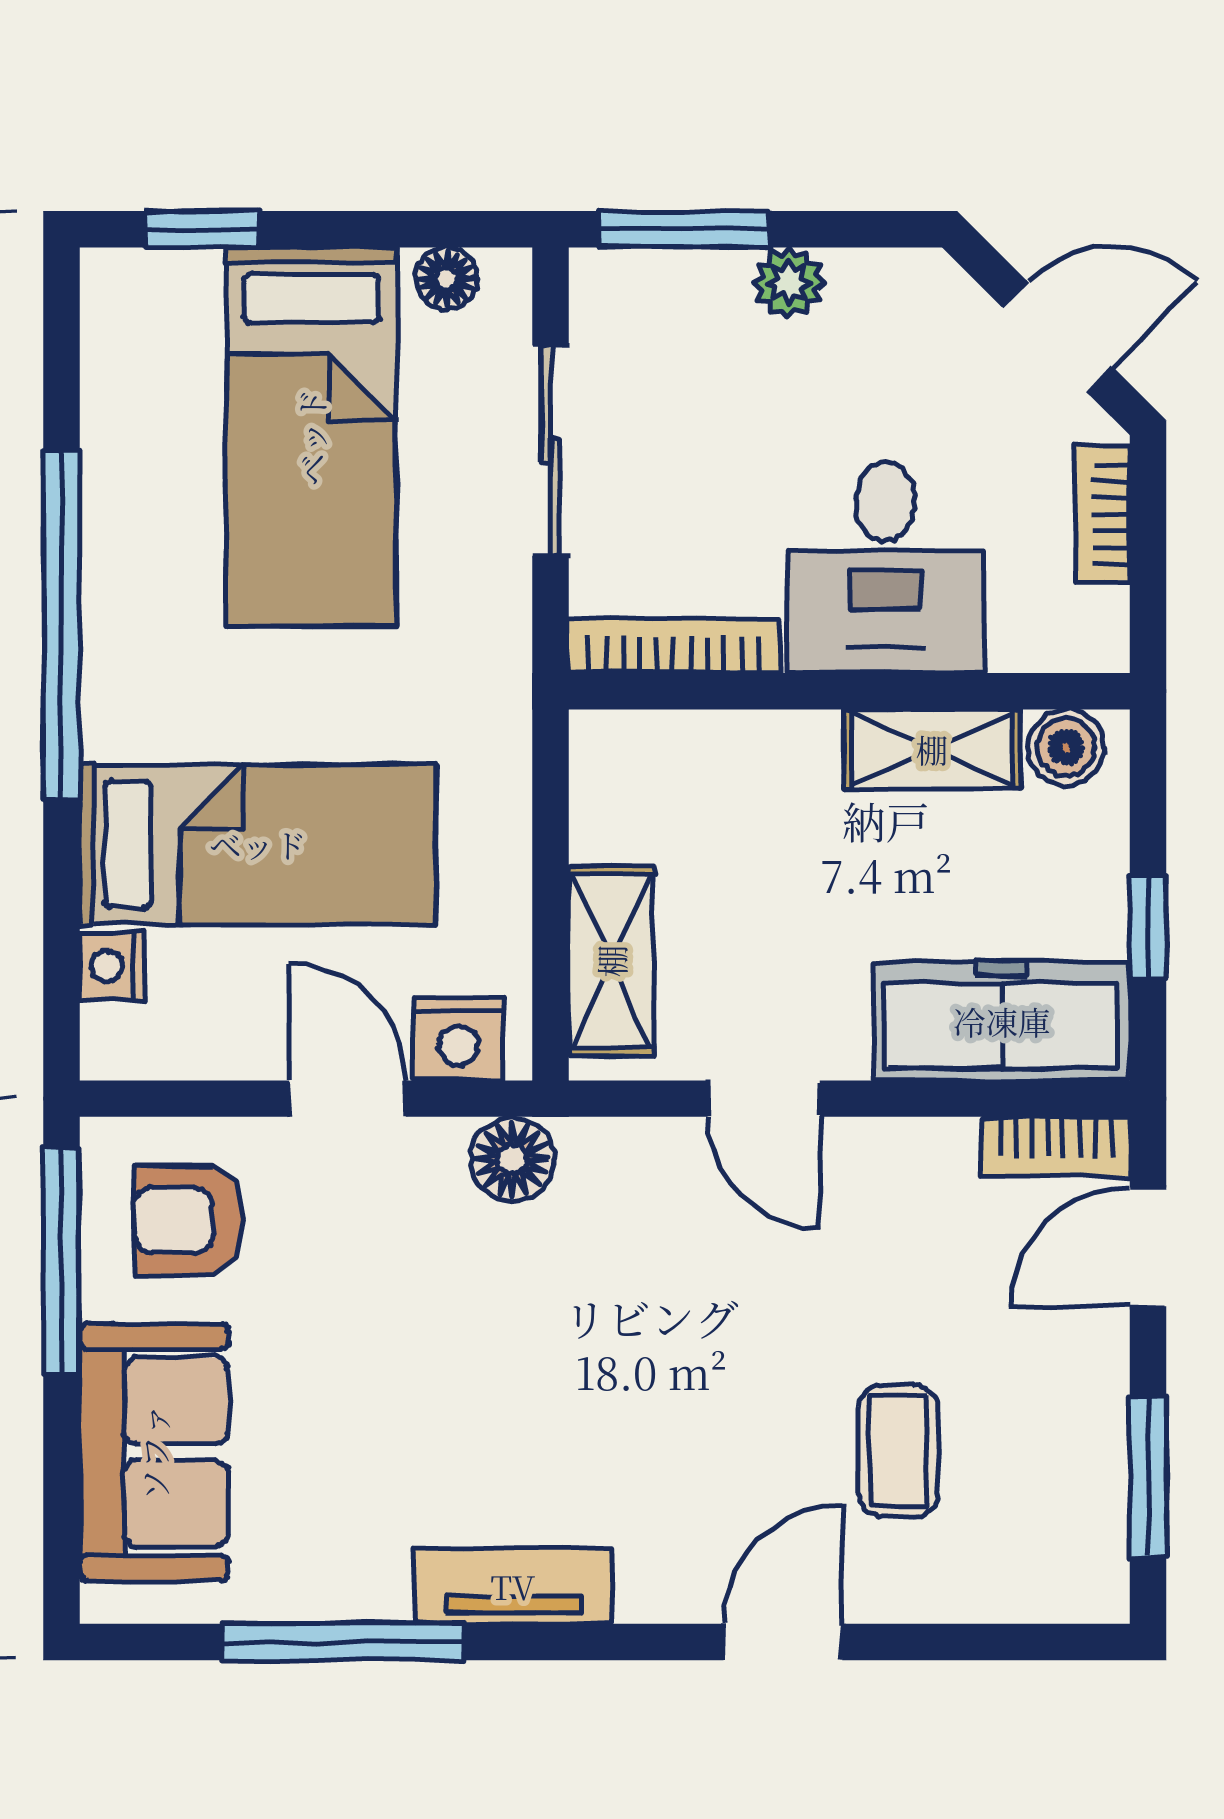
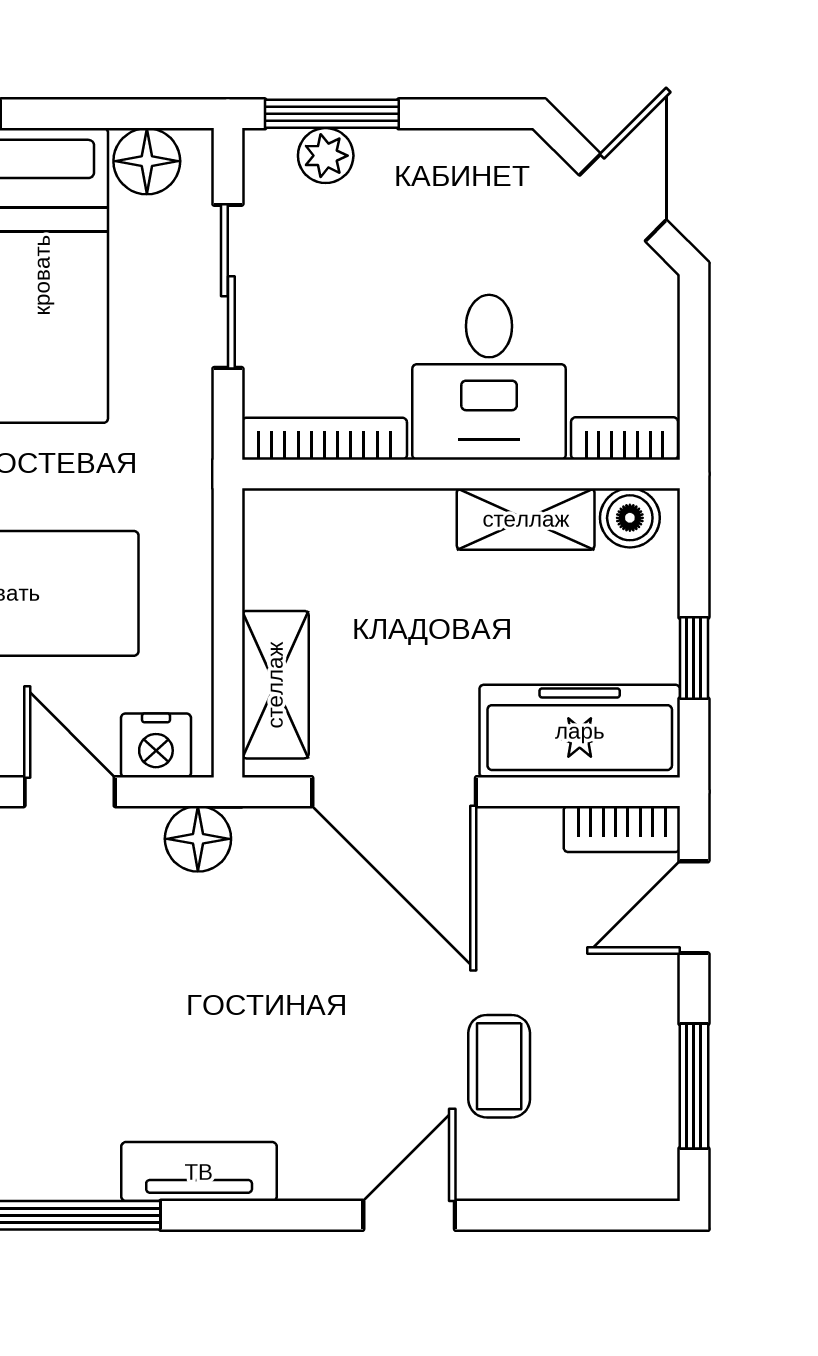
floor lamp: (447, 279) -> (147, 161), width x1.37, depth x1.37
plant: (789, 283) -> (326, 156), moved
door: (1057, 337) -> (623, 198), hinge flipped
bookcase: (1103, 514) -> (625, 438), moved, turned 90
door: (764, 1099) -> (394, 792), width x1.87

